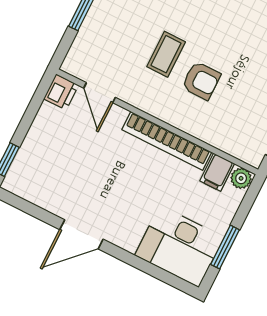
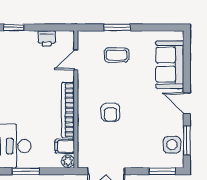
coffee table: (166, 54) -> (117, 55), moved
printer: (61, 92) -> (47, 38), moved

